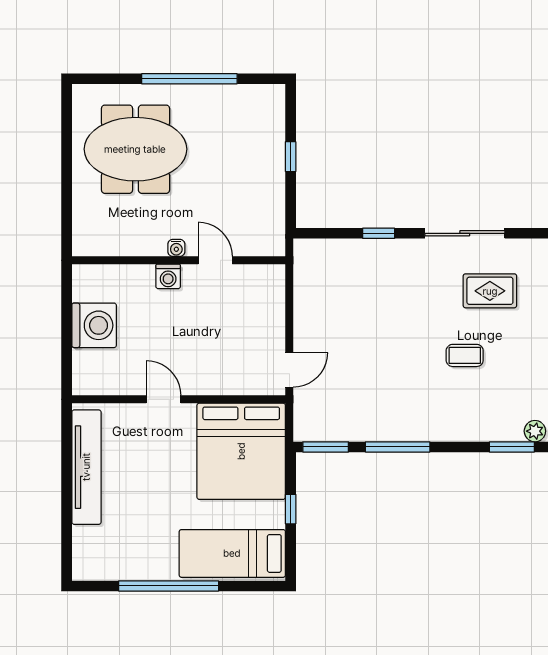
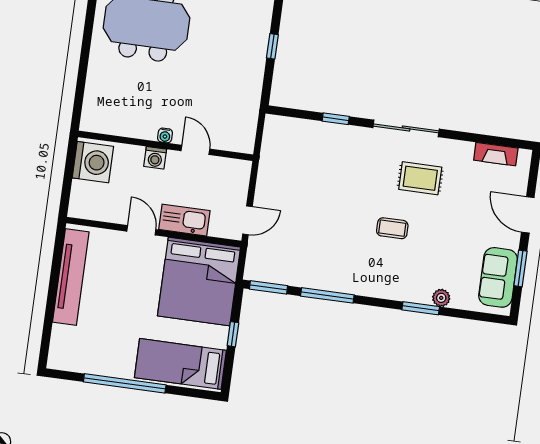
water cooler: (176, 248) -> (165, 135), moved
wall: (179, 260) -> (166, 146), moved
door: (215, 260) -> (195, 150), moved
washing machine: (168, 276) -> (155, 158), moved
kitchen sink: (214, 380) -> (184, 220), added

